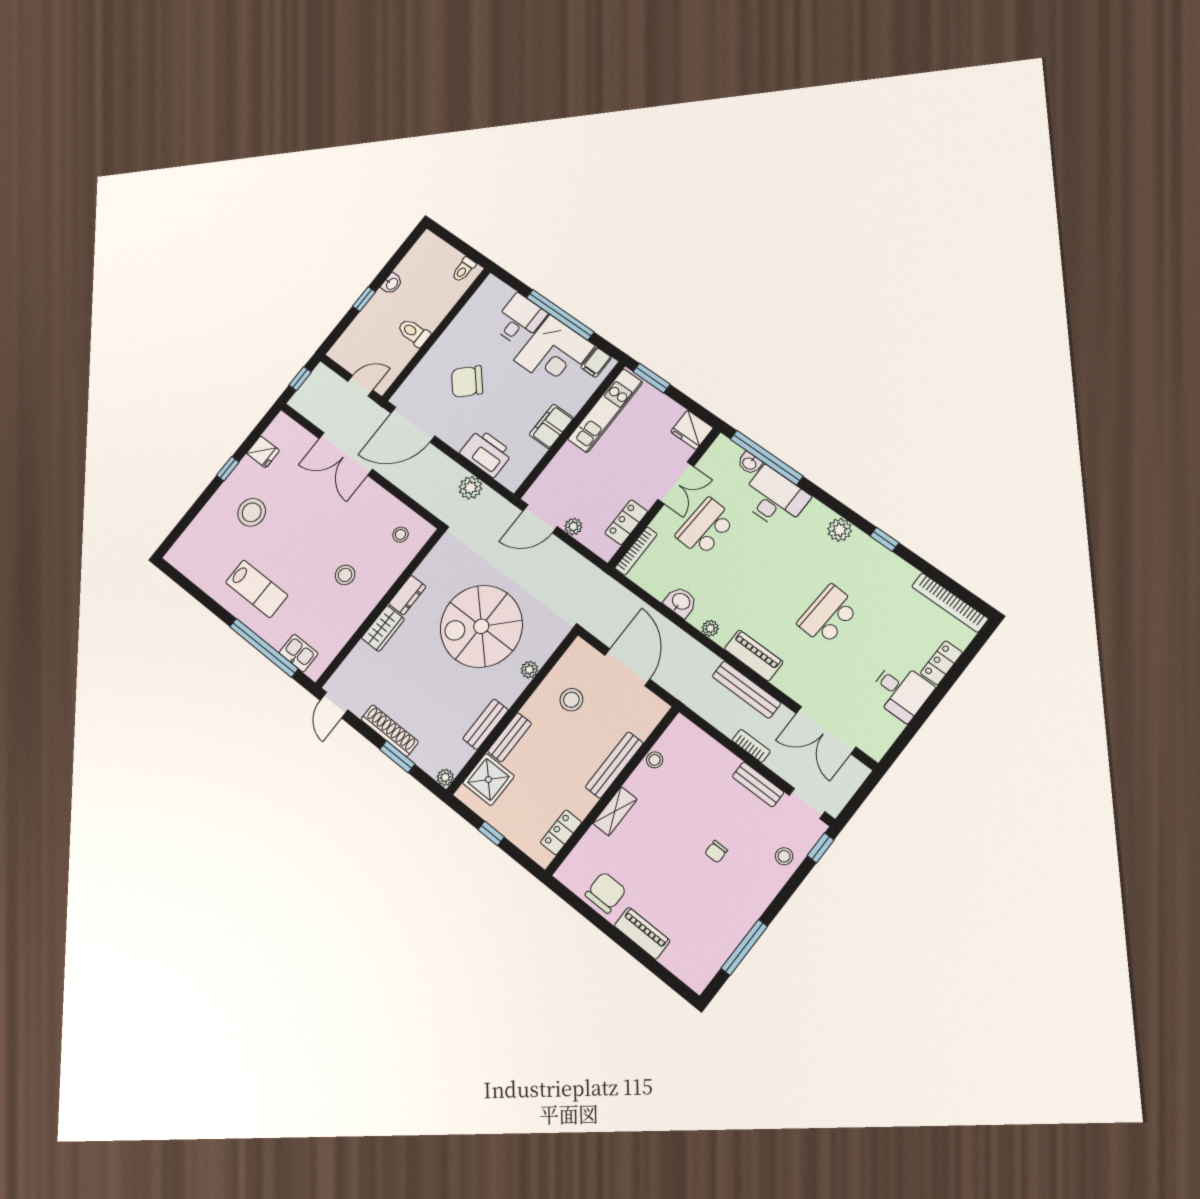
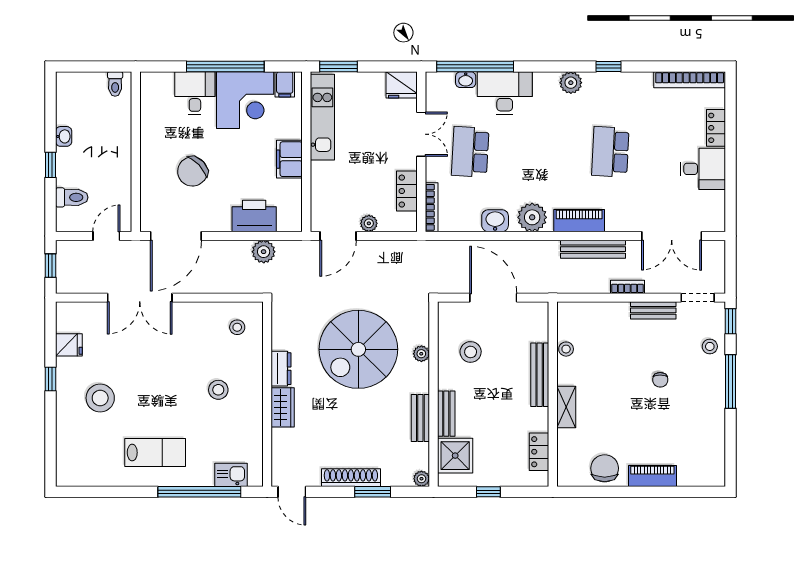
toilet: (414, 333) -> (72, 197), moved, turned 180
plant: (710, 628) -> (532, 217), width x1.87, depth x1.87
window: (744, 947) -> (730, 382), moved

